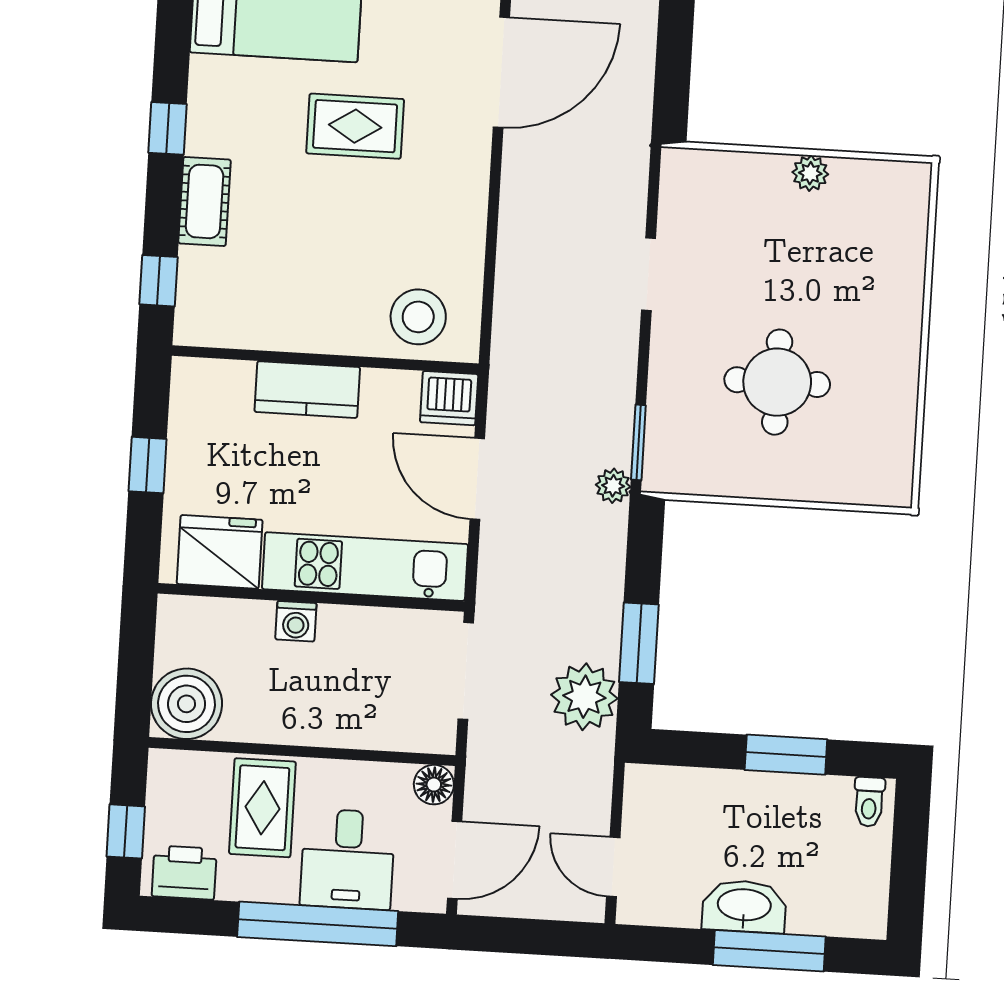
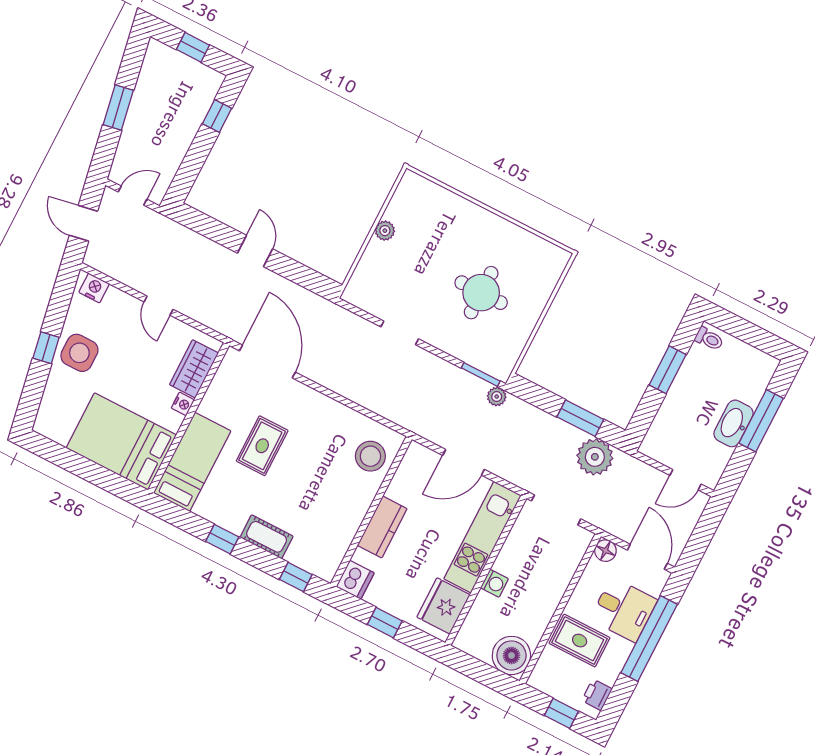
dishwasher: (449, 398) -> (355, 580), moved
printer: (184, 873) -> (597, 695), width x0.73, depth x0.81

